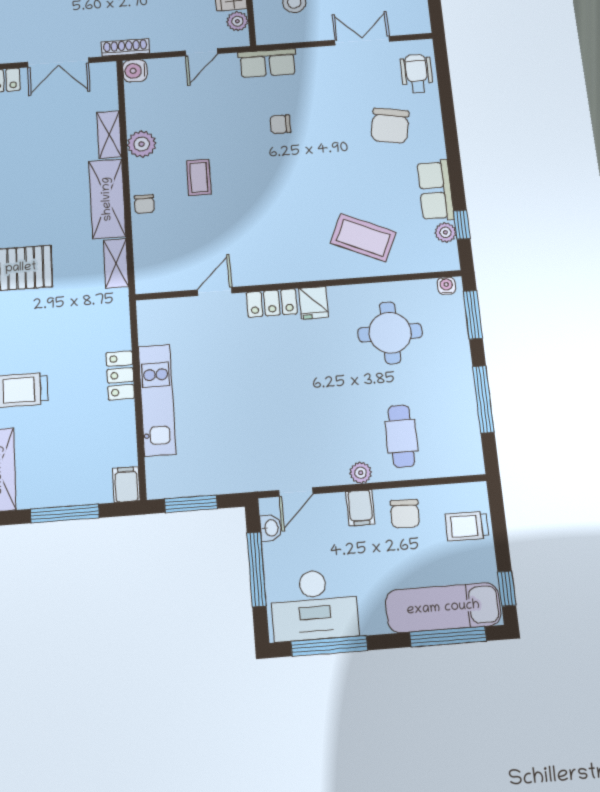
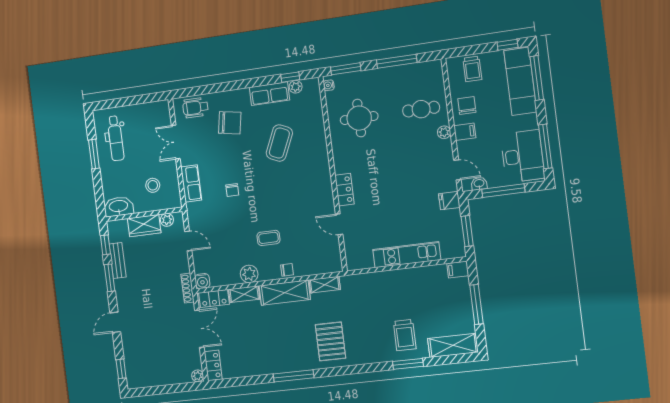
row of seats: (268, 63) -> (191, 183), moved
coffee table: (363, 238) -> (279, 143), moved
fridge: (314, 303) -> (449, 201), moved, turned 180
locker: (120, 375) -> (214, 298), moved
chair: (405, 514) -> (467, 106), turned -92

